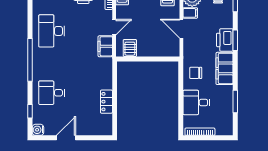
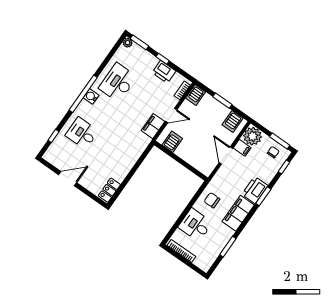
locker: (106, 102) -> (109, 190), moved
water cooler: (38, 130) -> (91, 96), moved

